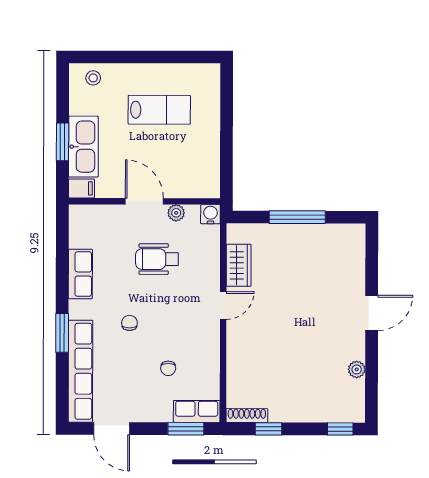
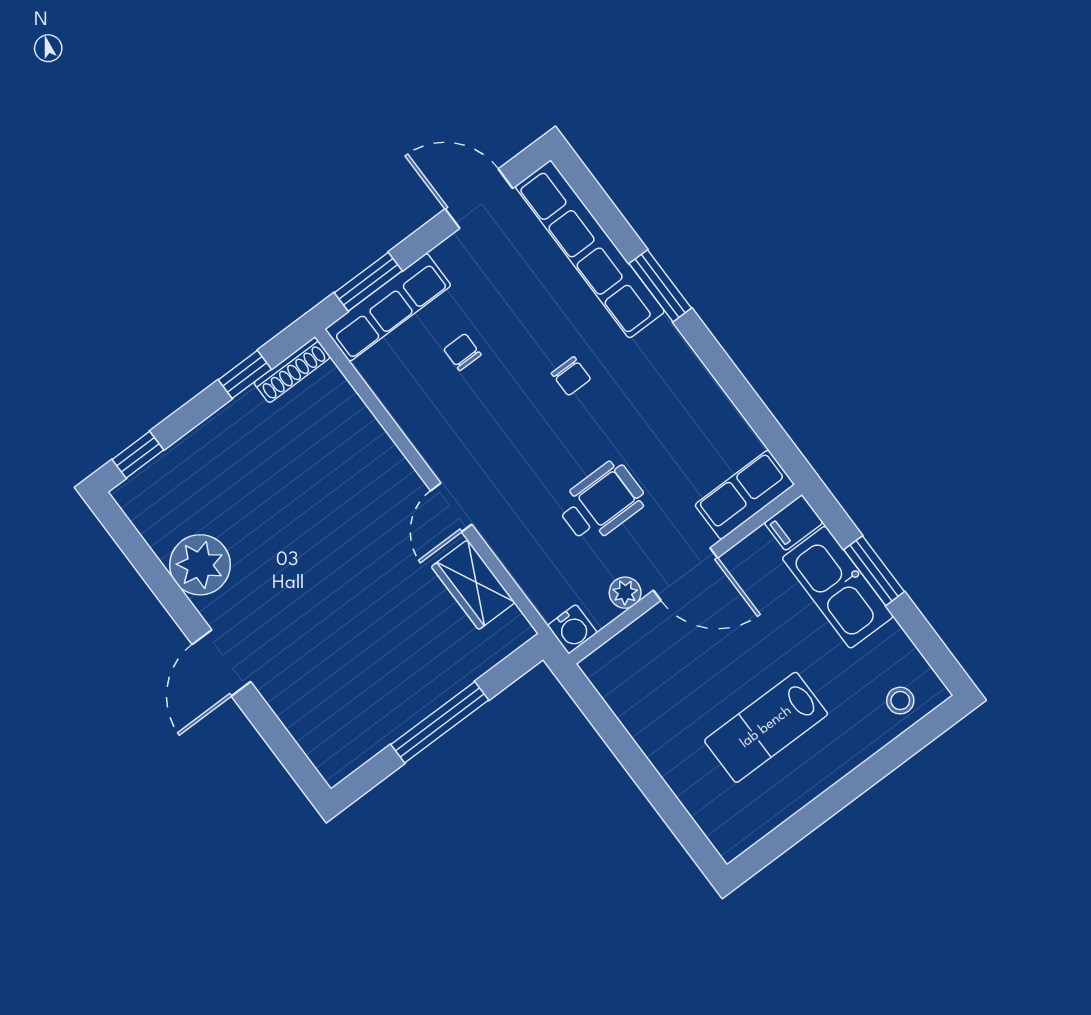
row of seats: (80, 274) -> (745, 495), moved, turned 90
plant: (357, 369) -> (200, 565), width x1.87, depth x1.87
row of seats: (197, 411) -> (388, 307), width x1.48

